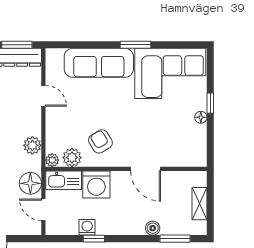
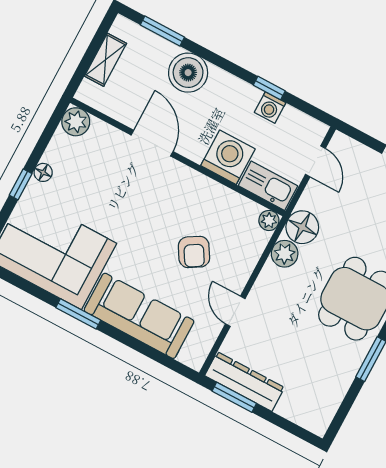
armchair: (100, 141) -> (194, 252), moved
plant: (72, 158) -> (76, 122), moved
floor lamp: (30, 183) -> (302, 227), moved
boiler: (153, 228) -> (188, 73), width x1.86, depth x1.86

